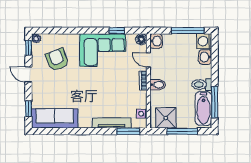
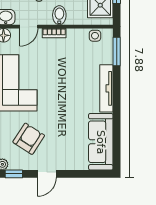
armchair: (57, 60) -> (29, 139), turned 144
window: (29, 109) -> (89, 174), removed
tv unit: (112, 123) -> (106, 88), moved

